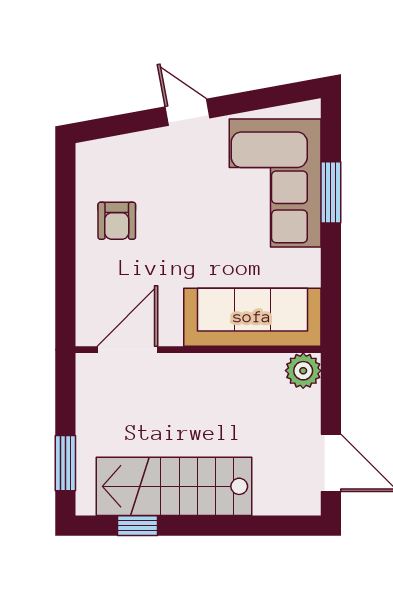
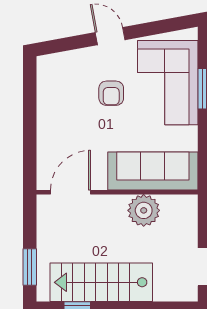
armchair: (117, 221) -> (111, 93), moved
plant: (303, 371) -> (144, 210), moved, width x1.36, depth x1.36

